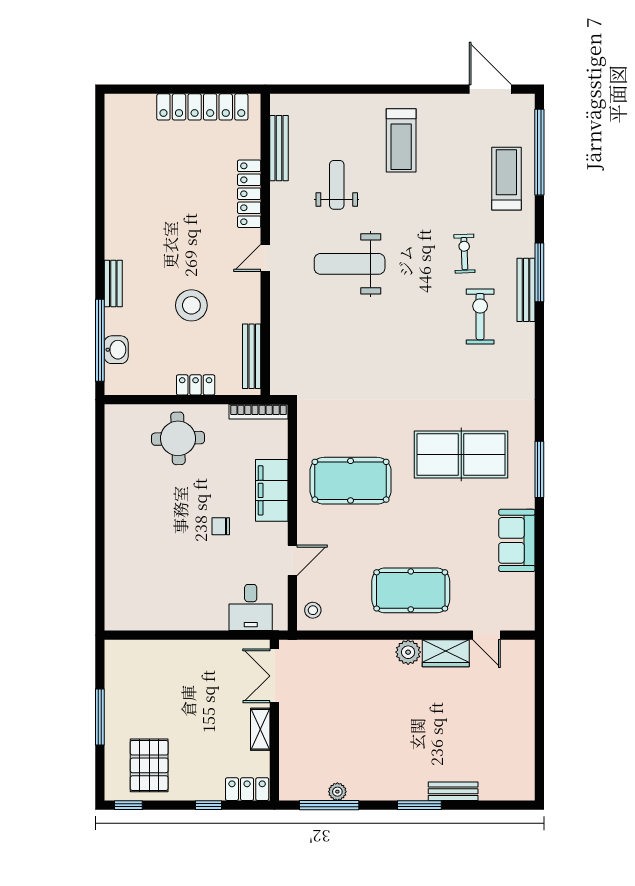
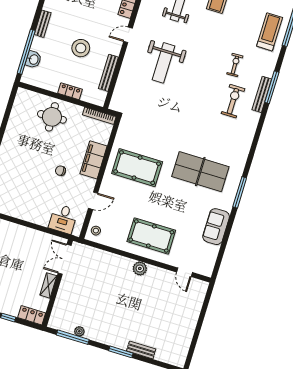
weight bench: (350, 264) -> (163, 63), moved, turned -90
bench: (252, 356) -> (108, 73), moved
wardrobe: (446, 653) -> (160, 275), removed

